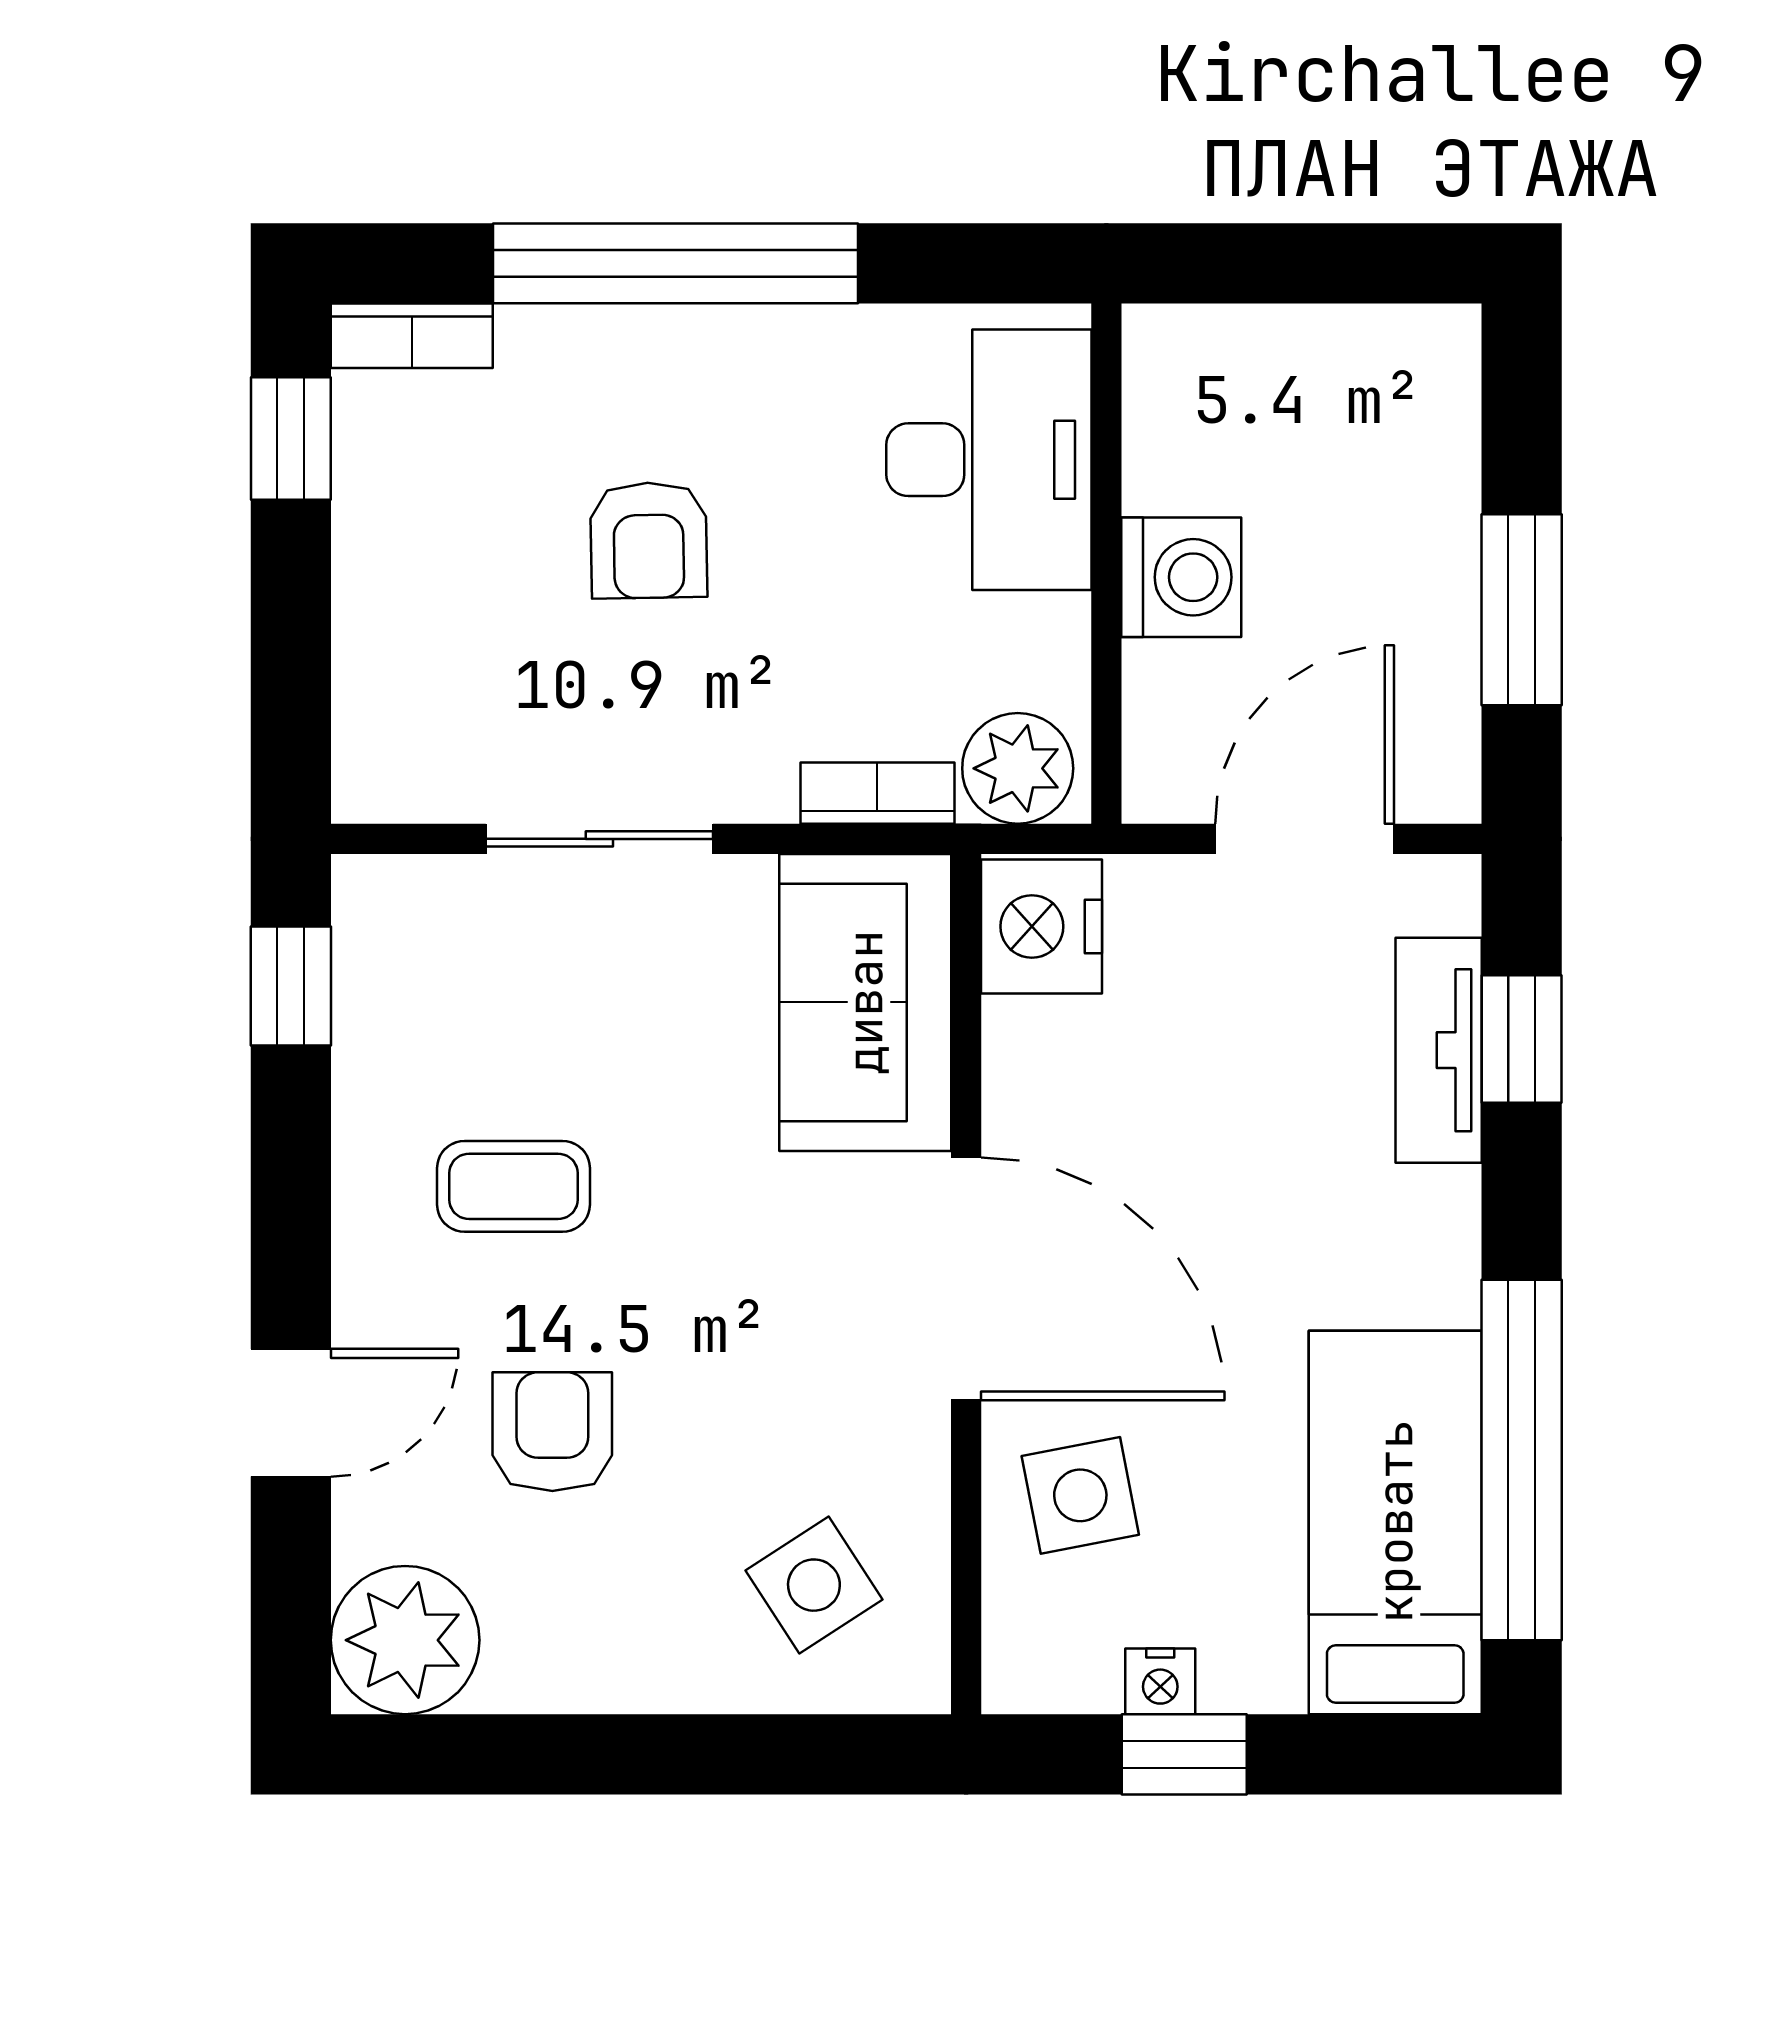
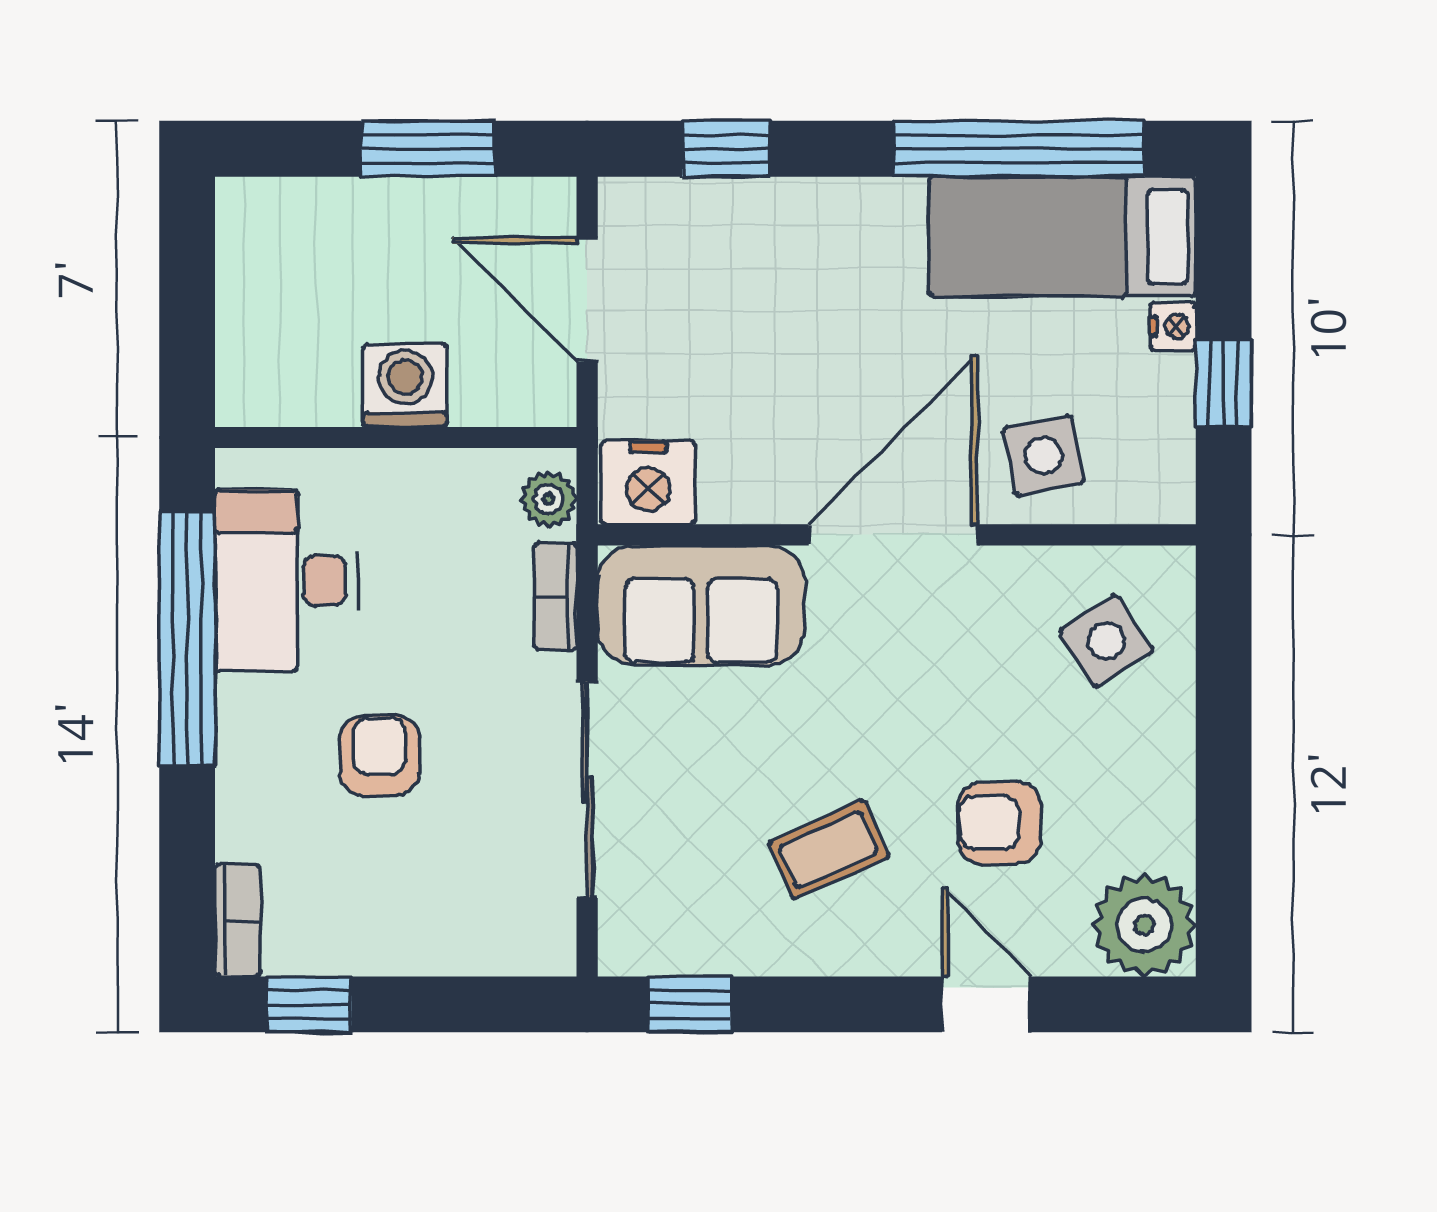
window: (676, 263) -> (187, 638), moved
desk: (989, 460) -> (286, 581), moved, turned -90
armchair: (649, 540) -> (380, 756), turned -89
plant: (1018, 768) -> (549, 499), width x0.73, depth x0.73
sliding door: (599, 839) -> (587, 790), width x1.37
tv unit: (1439, 1050) -> (734, 206), removed
coffee table: (513, 1186) -> (829, 850), turned 66
nightstand: (1160, 1681) -> (1173, 326), moved

